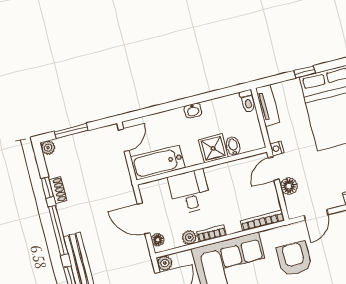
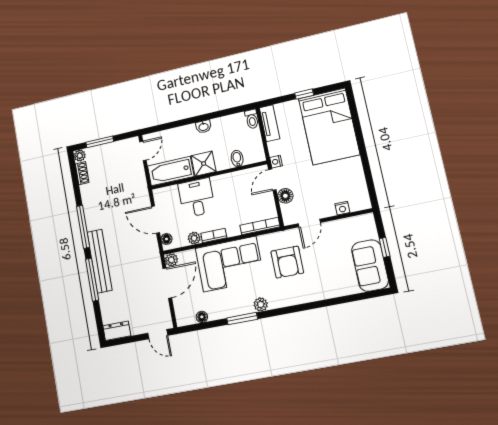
shower: (213, 148) -> (204, 164), moved
window: (47, 188) -> (77, 190), removed
shoe rack: (58, 190) -> (82, 173), moved
armchair: (294, 259) -> (287, 262), turned 180

